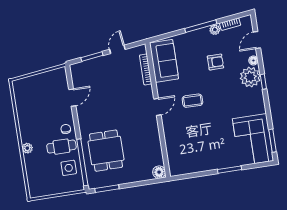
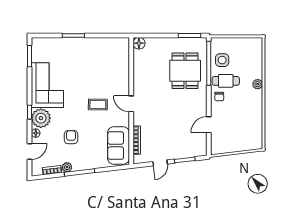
armchair: (215, 62) -> (71, 137), turned 90
door: (157, 107) -> (131, 104), hinge flipped
corner sofa: (253, 140) -> (47, 85), moved

